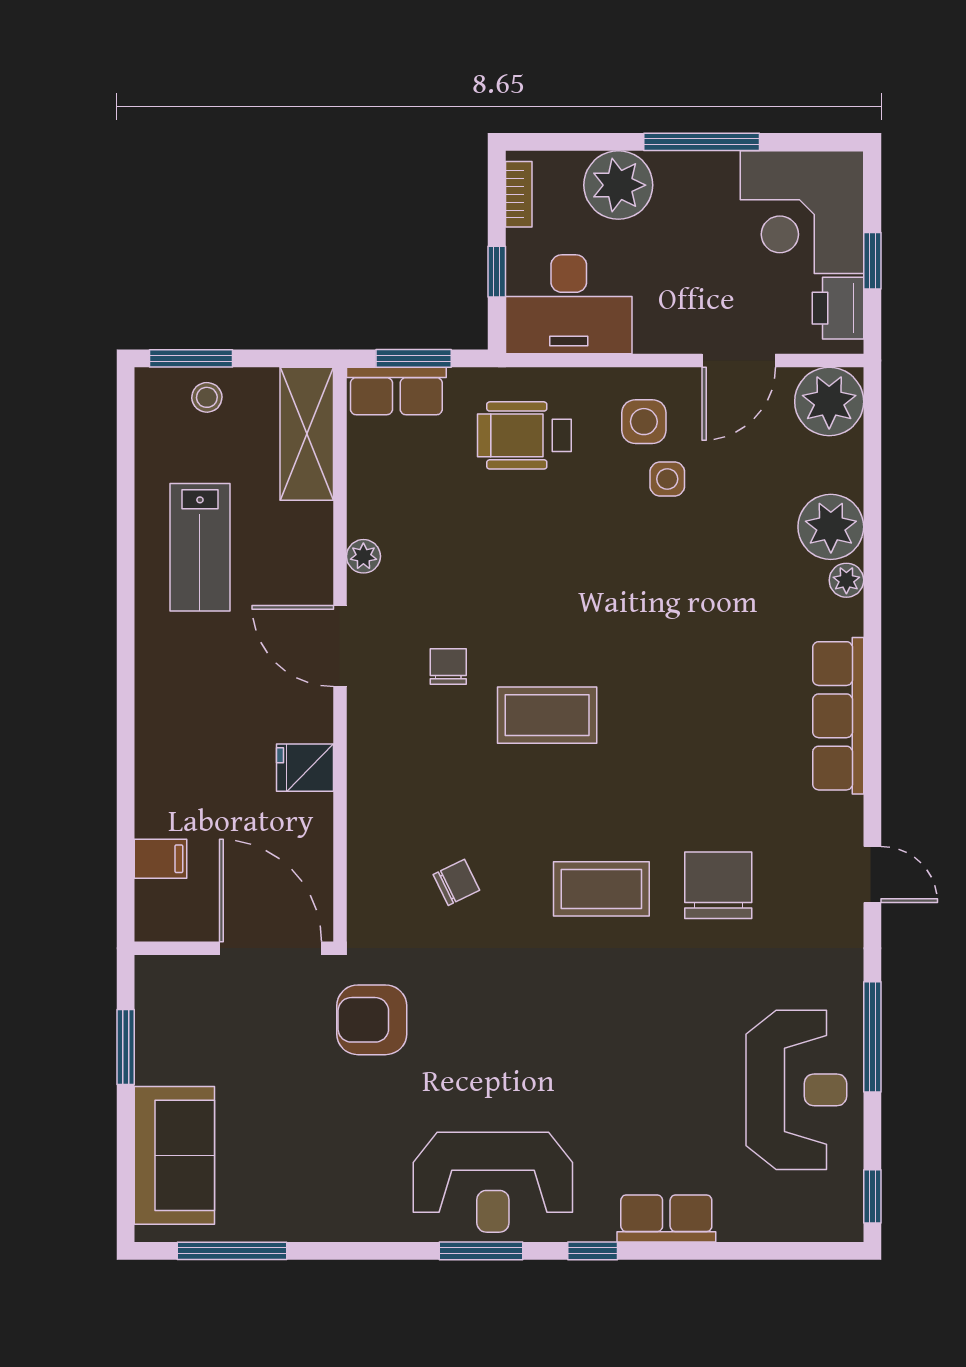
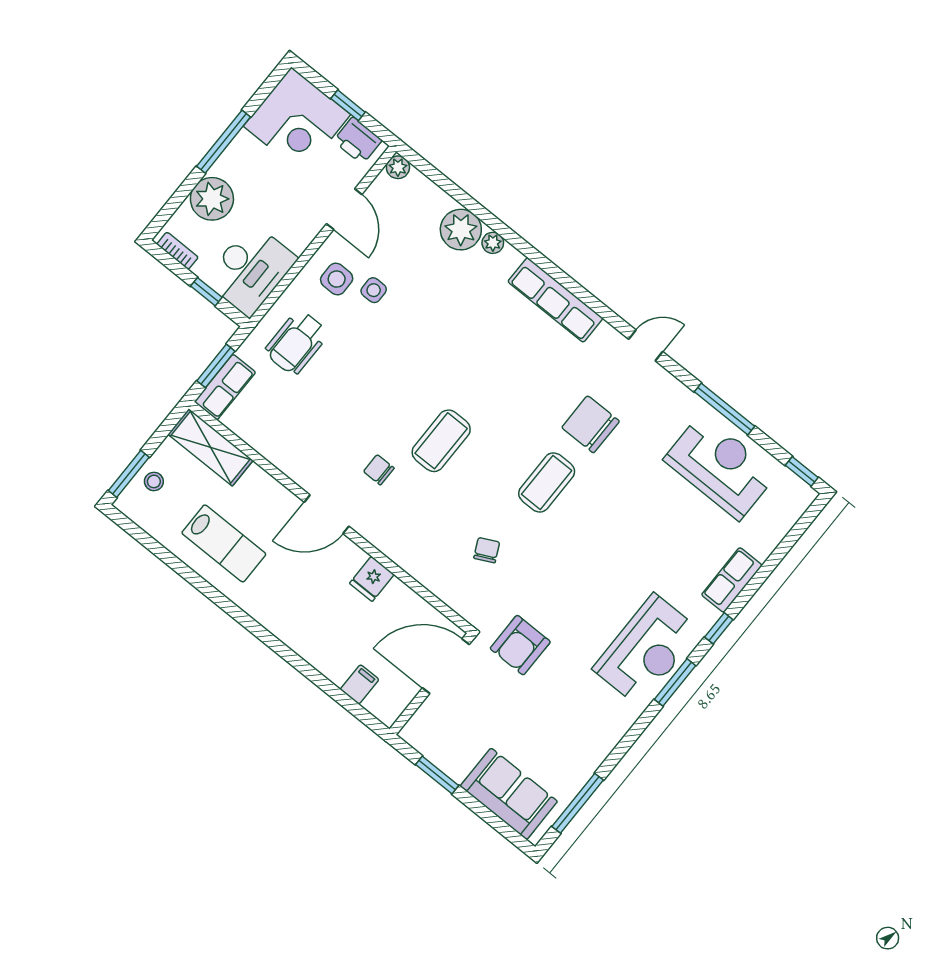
plant: (829, 402) -> (398, 167), width x0.53, depth x0.53
plant: (363, 556) -> (292, 468), removed

